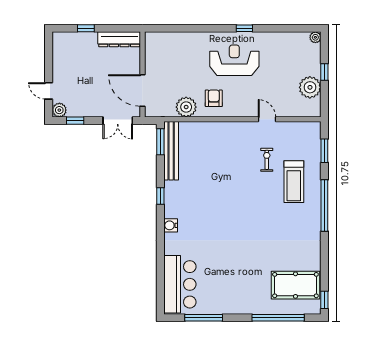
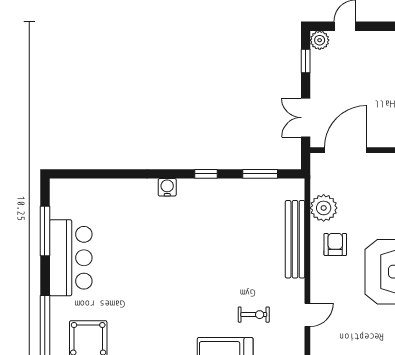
armchair: (214, 98) -> (335, 244), turned -90
window: (160, 142) -> (260, 174), moved
bench: (171, 151) -> (295, 239), moved, turned 90
bar counter: (180, 284) -> (71, 258), moved, turned -90

